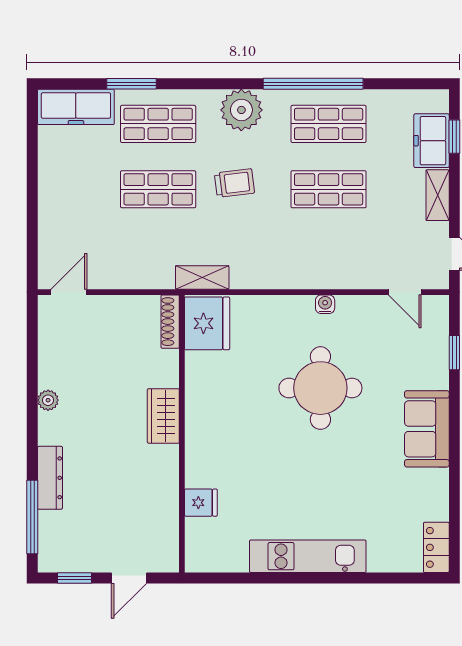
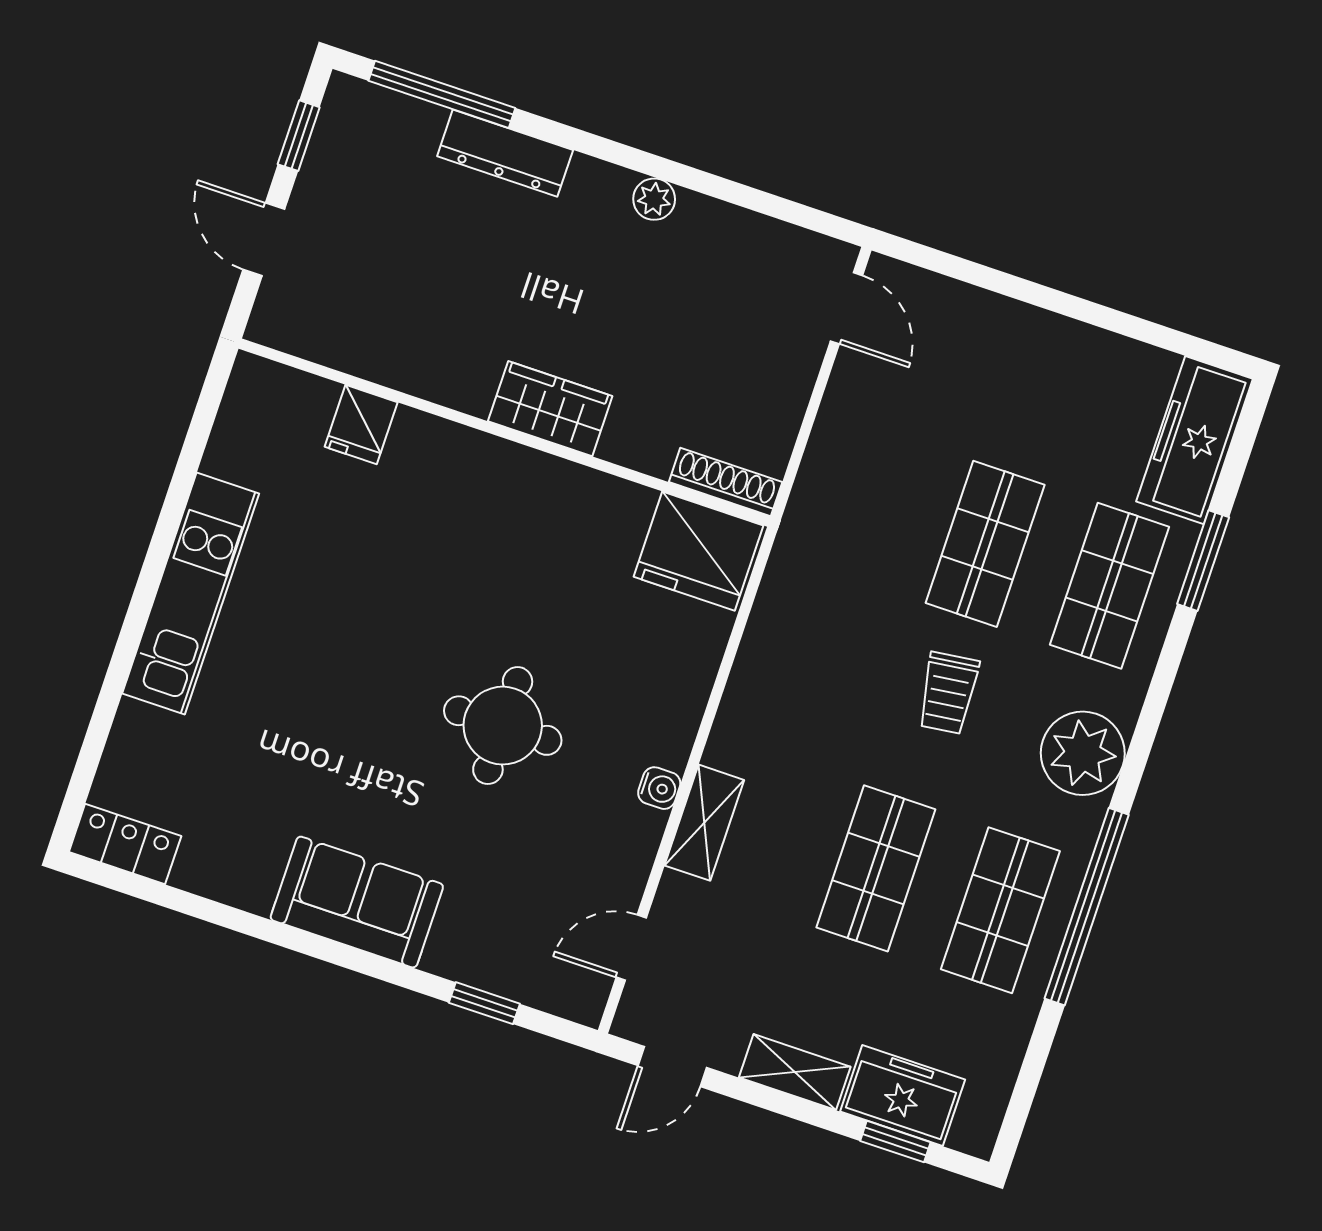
shelving: (202, 278) -> (704, 823), moved
round table: (320, 388) -> (503, 726), width x0.73, depth x0.73

